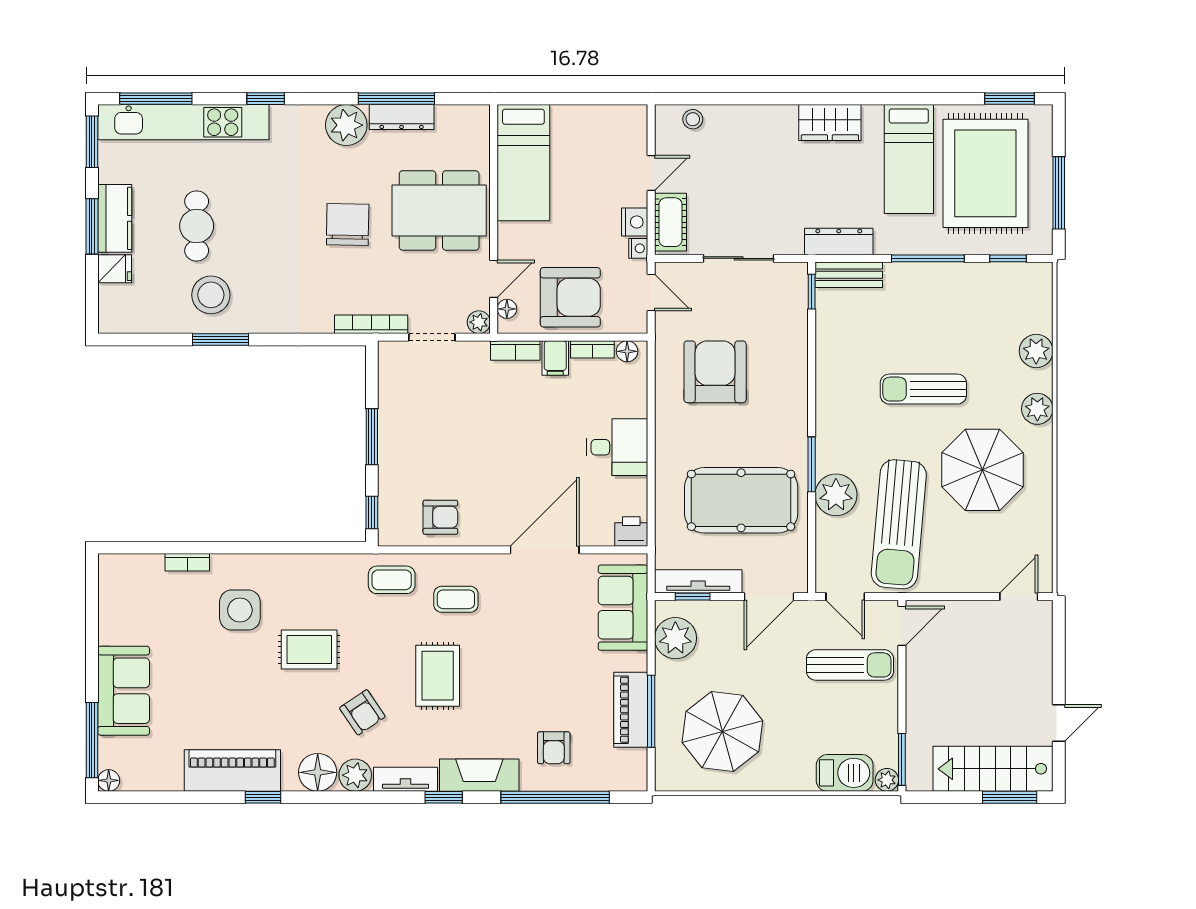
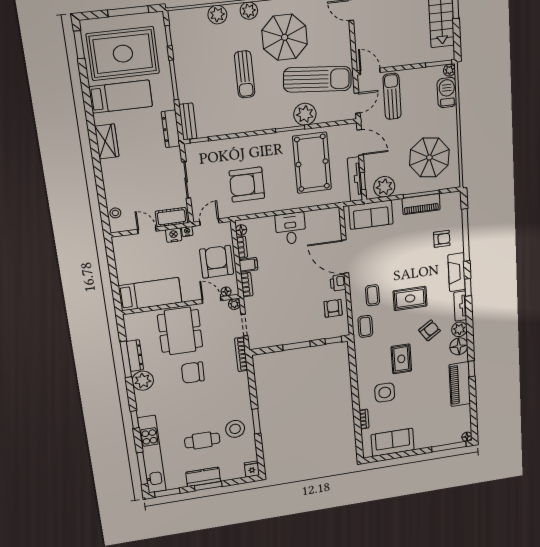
fridge: (115, 269) -> (252, 469), moved
printer: (631, 532) -> (338, 283), moved
sofa: (124, 691) -> (393, 442), moved

